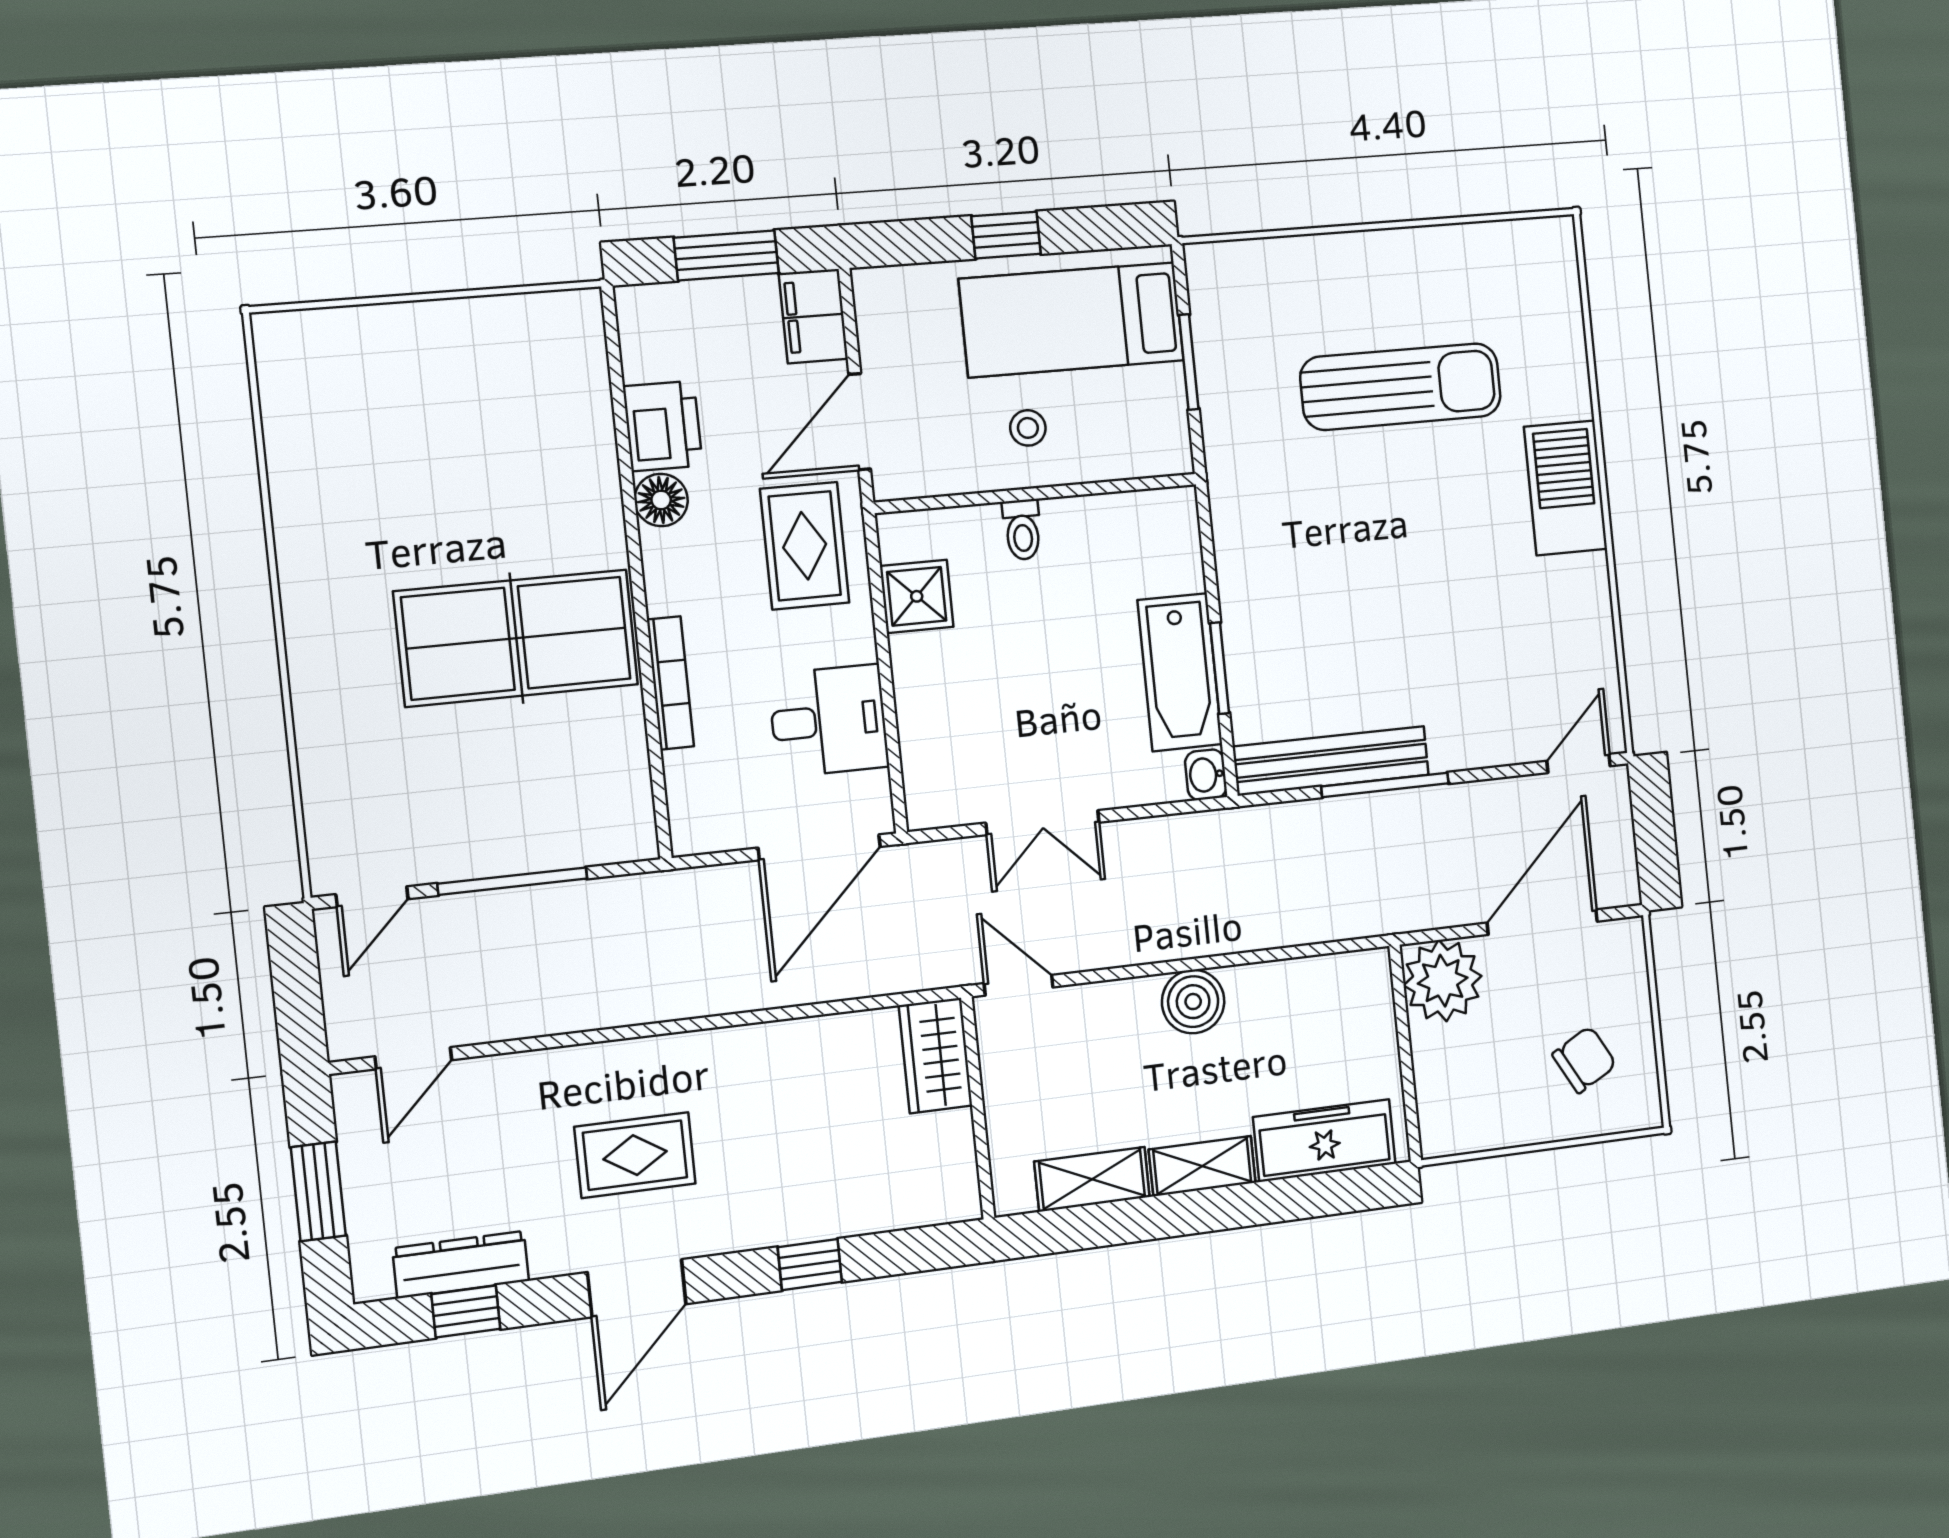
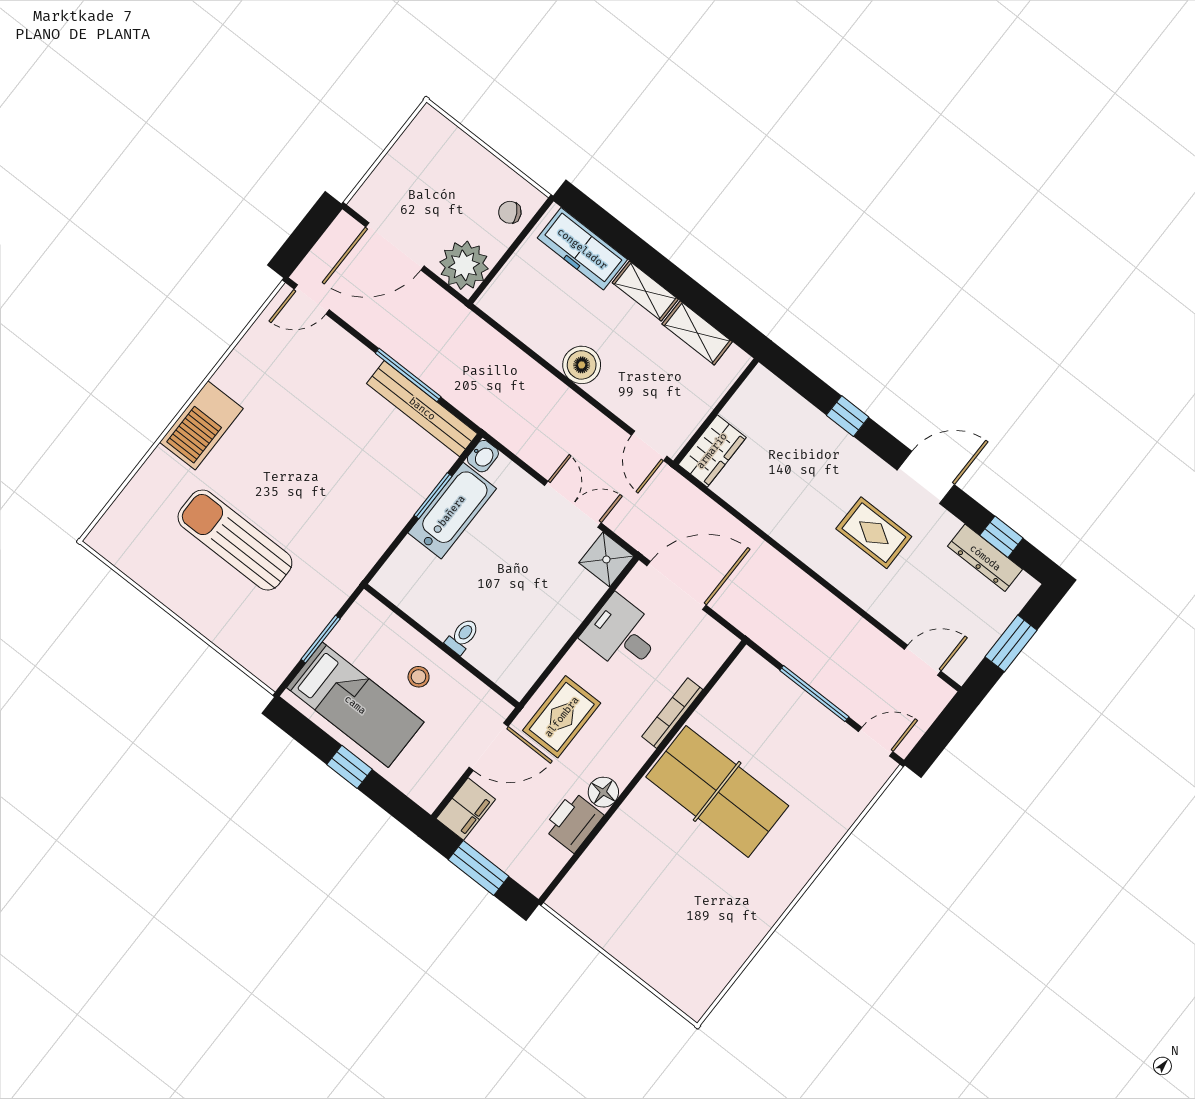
shower: (917, 596) -> (606, 559), moved
chair: (1584, 1060) -> (510, 212), moved, width x0.73, depth x0.73

